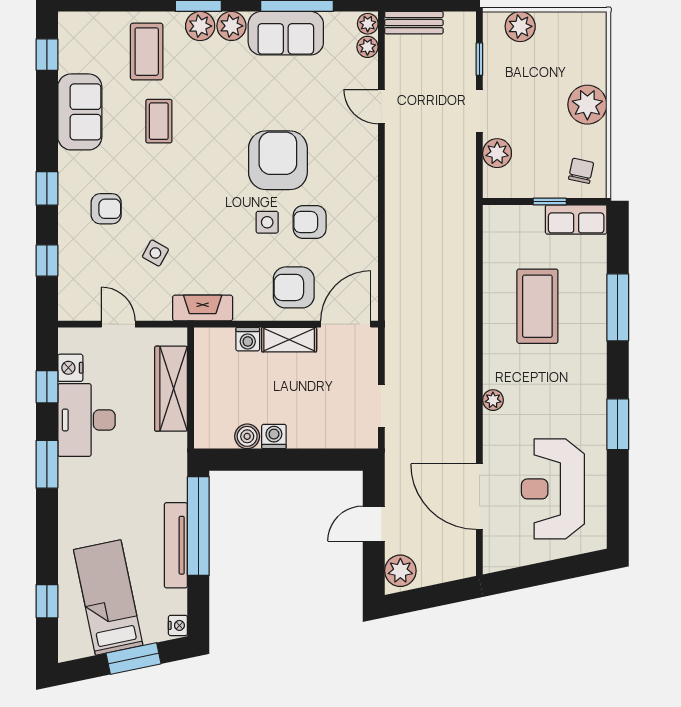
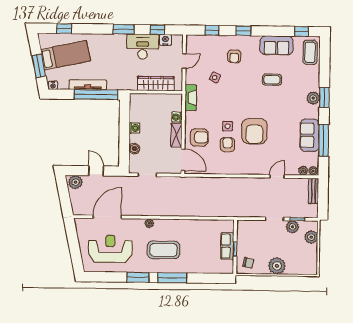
plant: (231, 26) -> (313, 112), removed
coffee table: (147, 52) -> (310, 52), moved, turned 90
plant: (497, 153) -> (292, 227), moved
armchair: (278, 160) -> (254, 131), turned 90
row of seats: (576, 219) -> (227, 246), moved
armchair: (294, 287) -> (199, 137), turned 90
coffee table: (537, 306) -> (164, 250), moved
window: (618, 307) -> (172, 278), moved
boiler: (247, 436) -> (134, 149), moved

